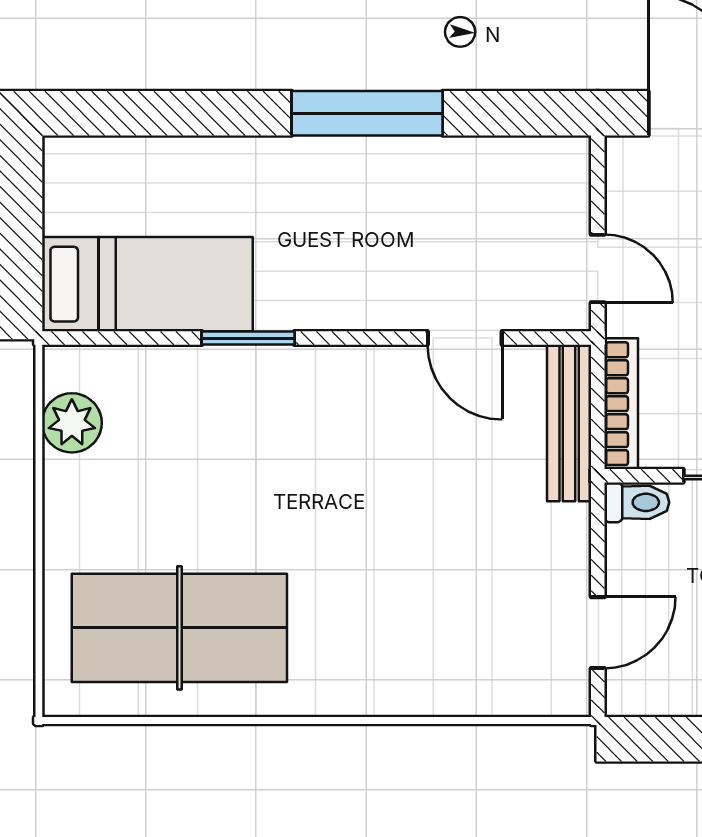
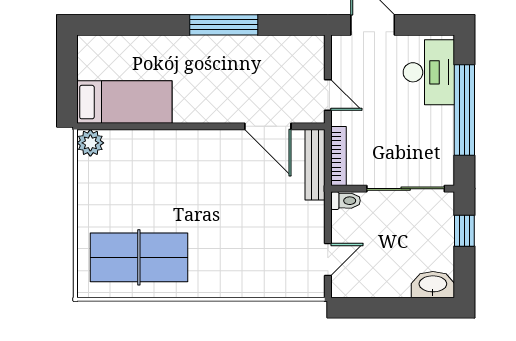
window: (248, 338) -> (170, 126), removed
door: (465, 338) -> (268, 126), width x1.38
plant: (72, 423) -> (90, 143), moved

